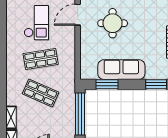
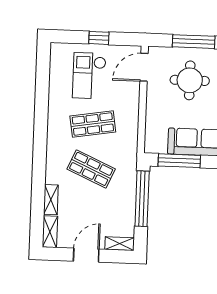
checkout: (36, 23) -> (89, 76), turned 180
window: (107, 84) -> (179, 161), width x1.44

